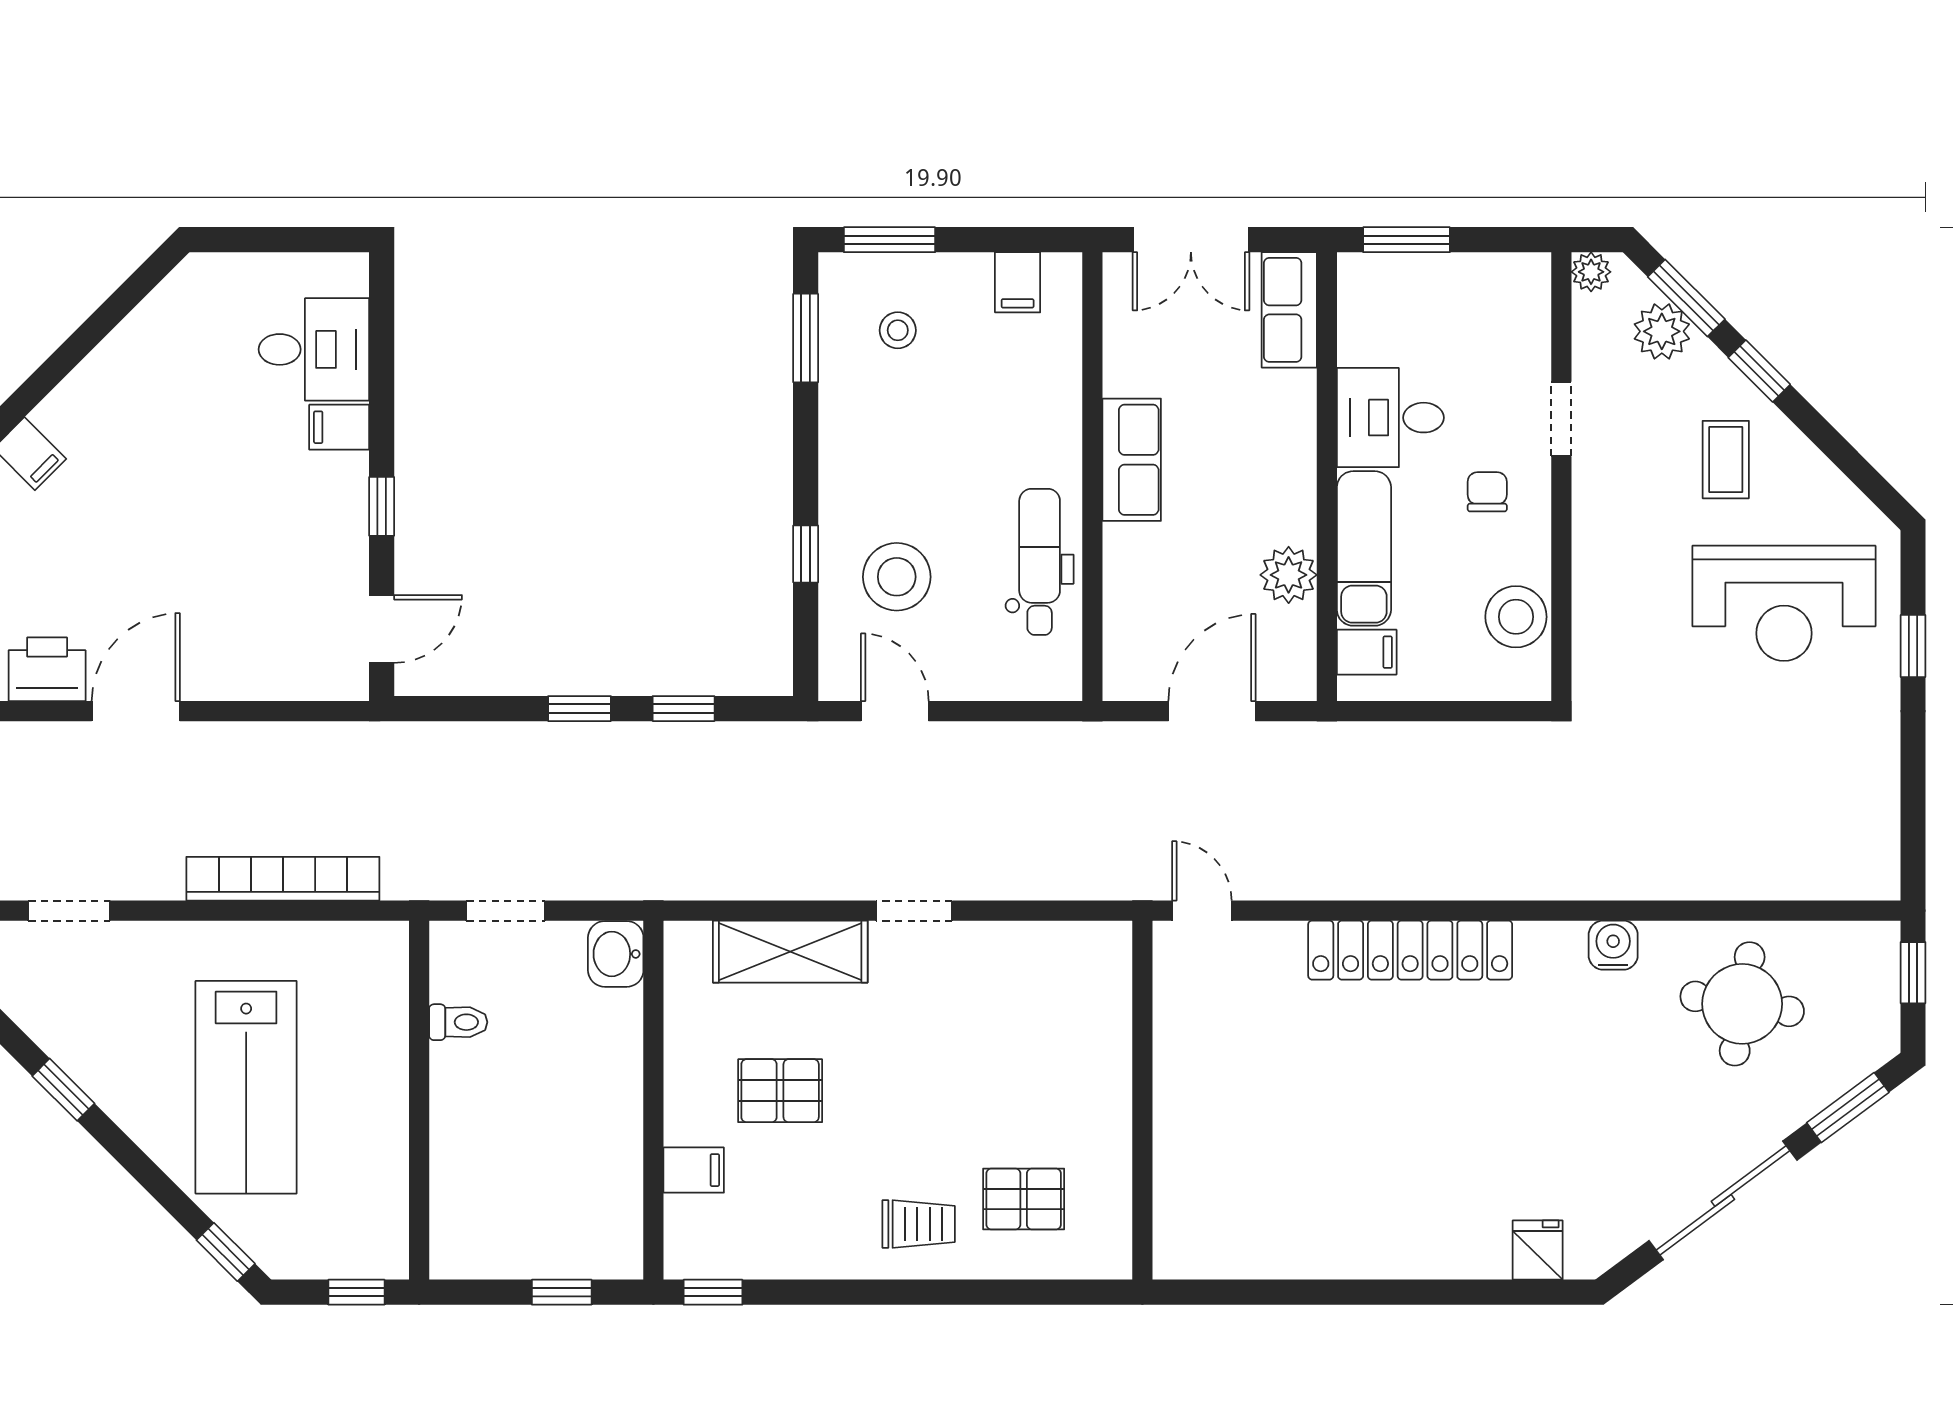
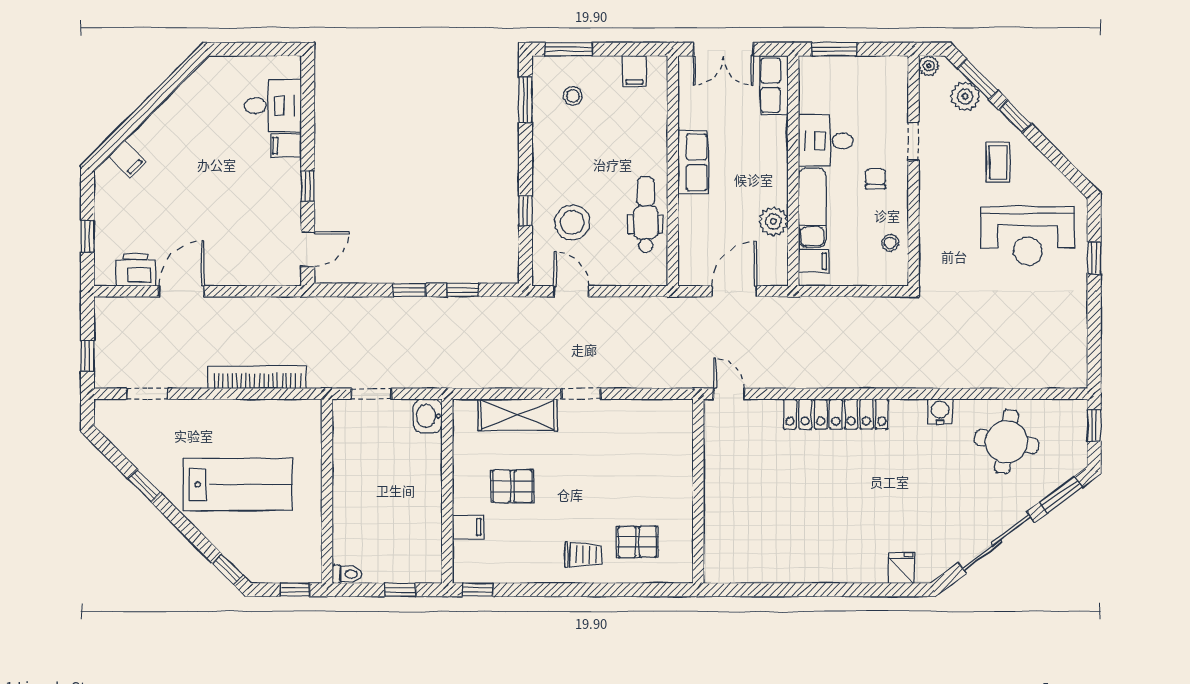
stool: (1516, 617) -> (890, 243), width x0.53, depth x0.53
toilet: (458, 1022) -> (347, 574), moved
lab bench: (246, 1087) -> (238, 485), turned -90

